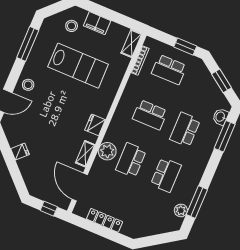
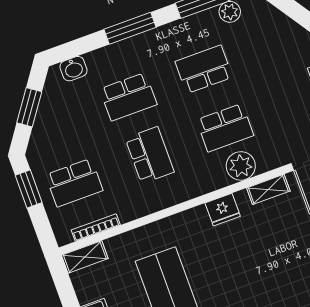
school desk: (169, 70) -> (74, 183), turned 90
window: (225, 136) -> (130, 28), moved

